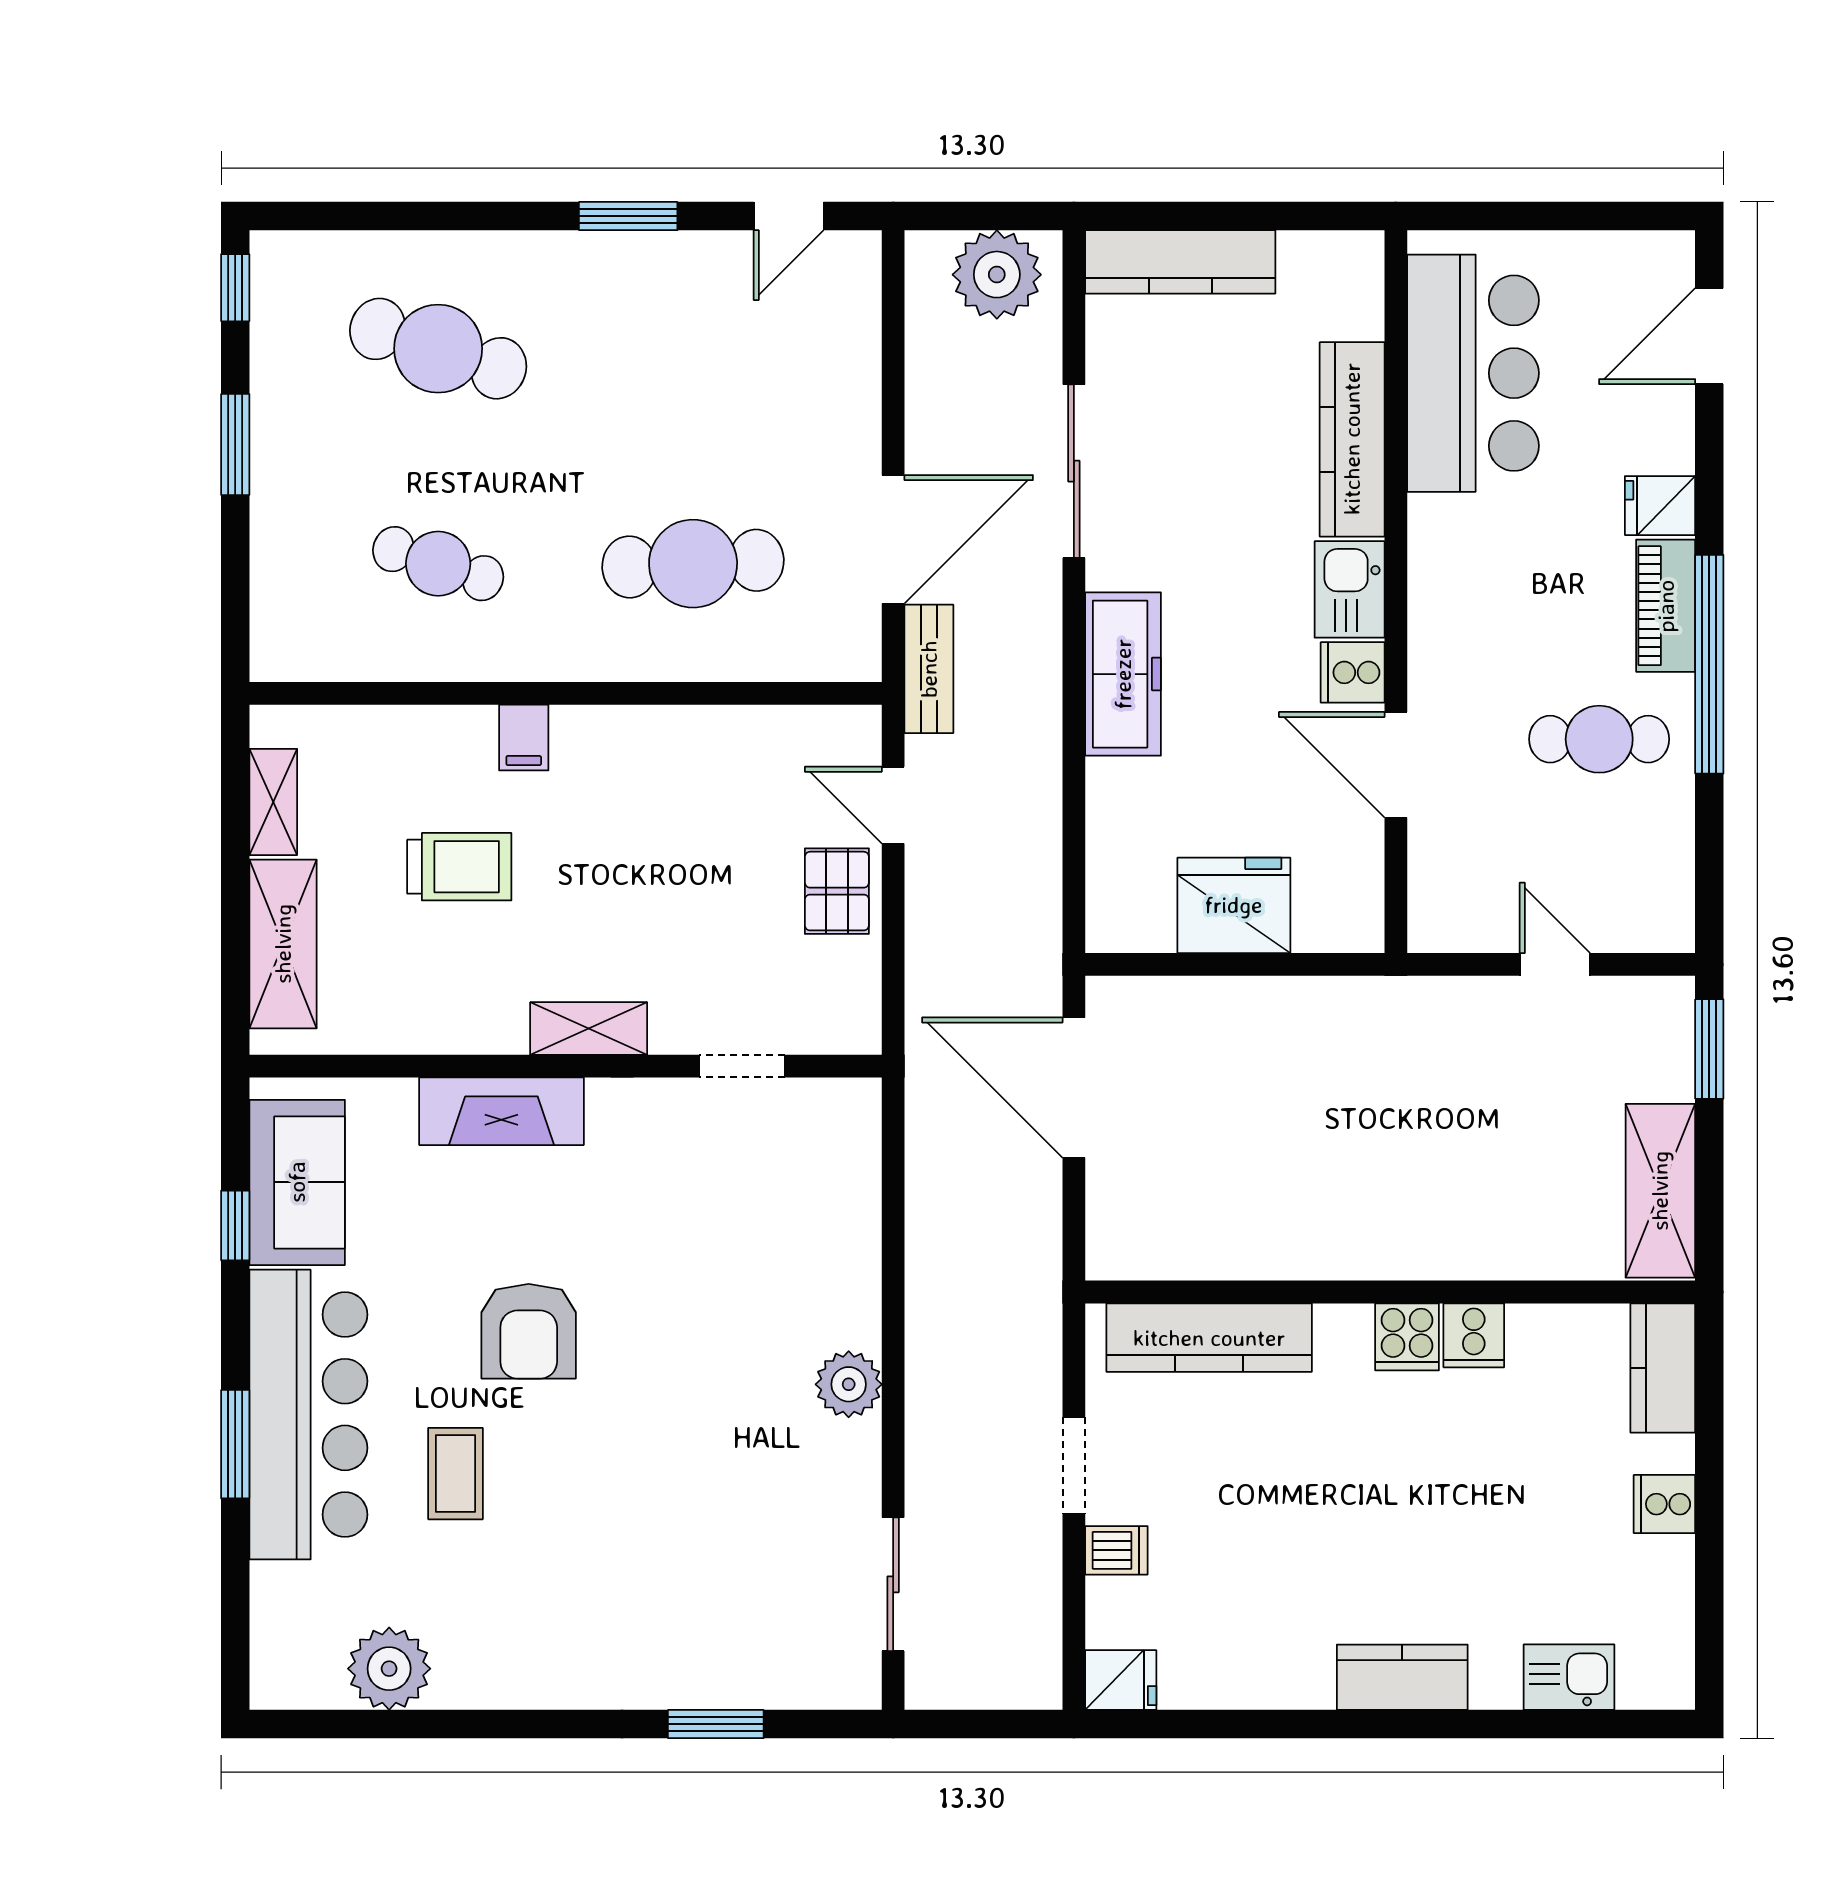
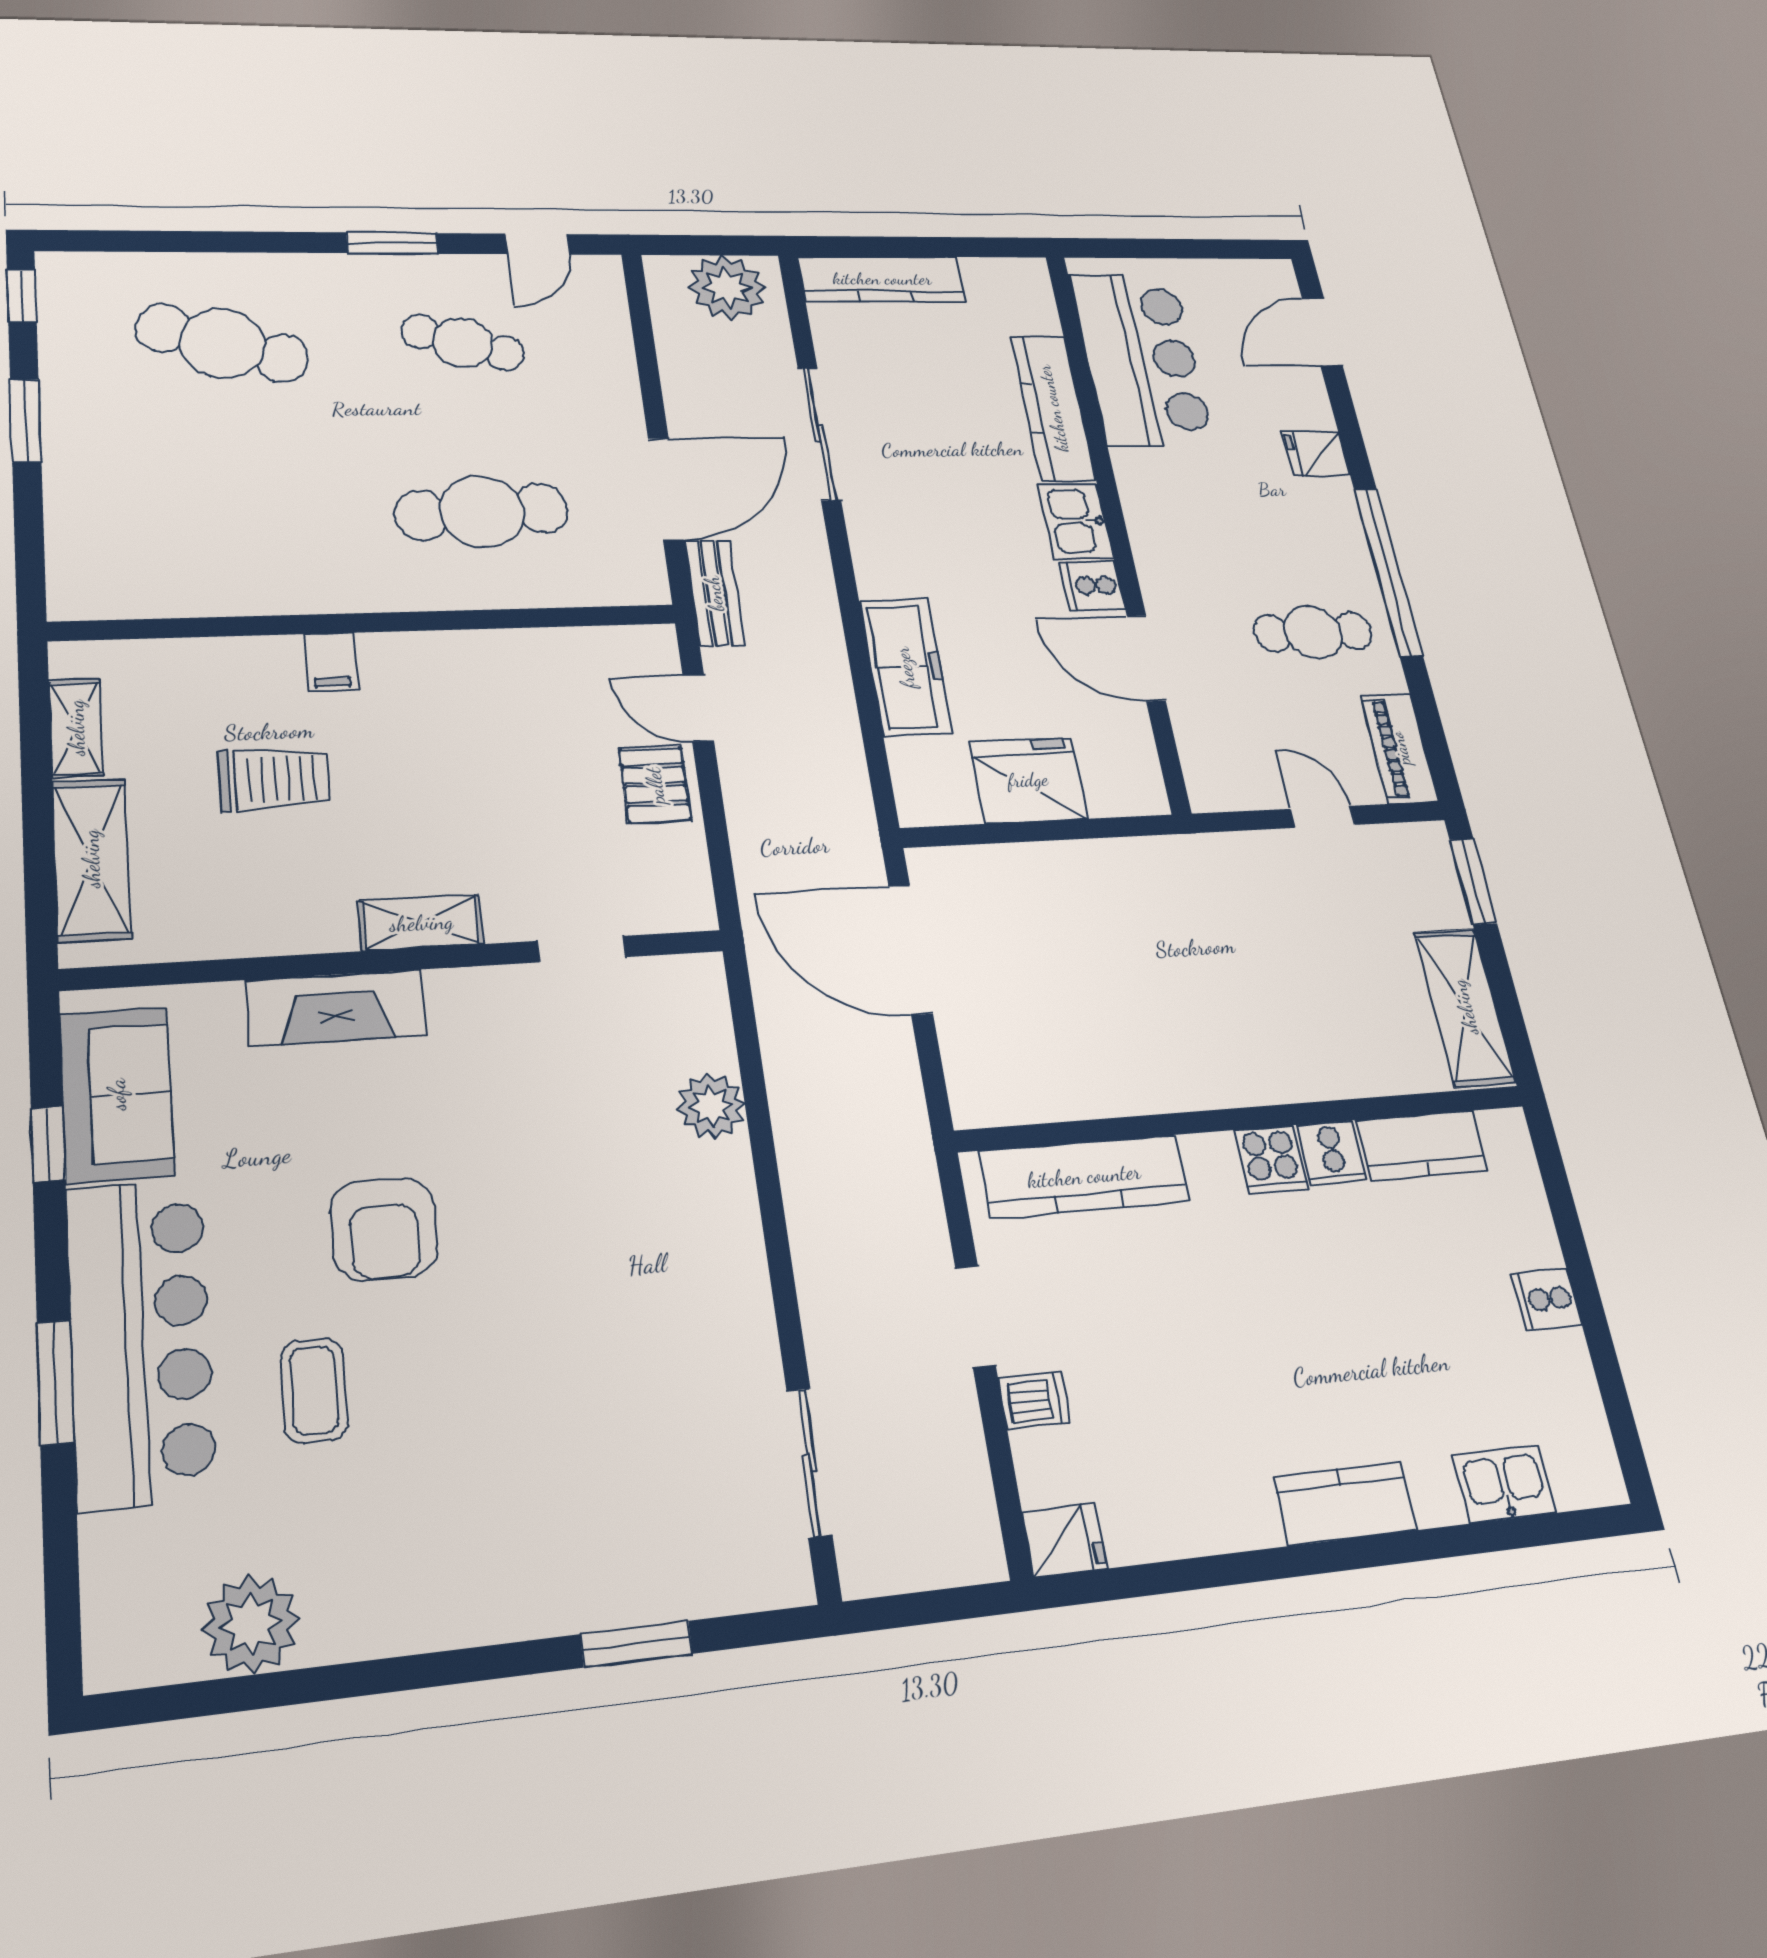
cafe table: (438, 564) -> (463, 343), moved
piano: (1666, 606) -> (1400, 748), moved
freezer: (1123, 674) -> (905, 667), moved
kitchen counter: (1663, 1368) -> (1422, 1146), moved, turned -90
plant: (849, 1384) -> (711, 1106), moved

